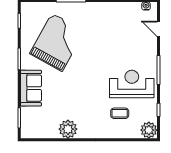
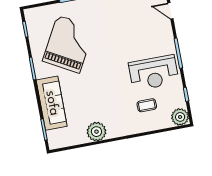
reception desk: (132, 84) -> (154, 73), turned 180
sofa: (31, 88) -> (52, 103), width x1.36

